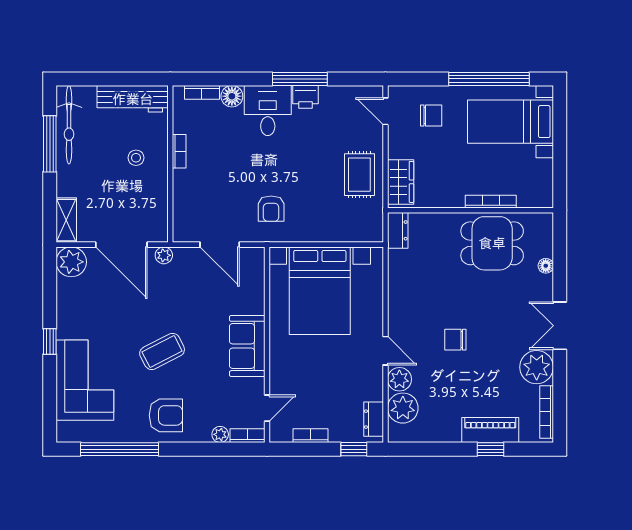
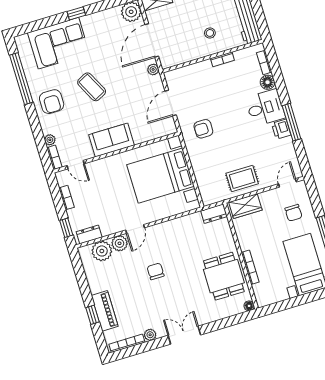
floor lamp: (546, 266) -> (249, 306), moved
plant: (537, 367) -> (150, 335), width x0.53, depth x0.53

